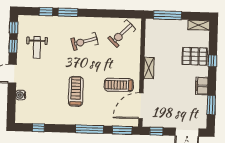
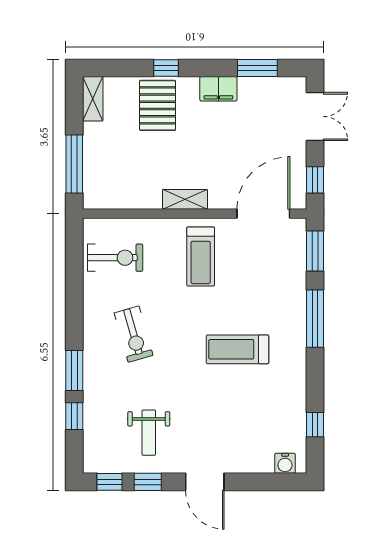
exercise bike: (122, 34) -> (115, 258), turned -44
weight bench: (37, 47) -> (149, 433), turned 90
treadmill: (119, 85) -> (201, 256), moved
water cooler: (21, 95) -> (285, 463), moved
door: (141, 106) -> (263, 214), swing flipped

